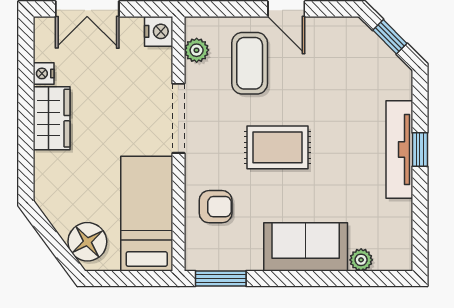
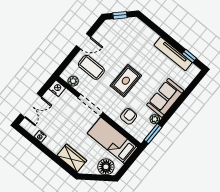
wardrobe: (52, 118) -> (72, 158), moved
tv unit: (399, 149) -> (173, 54), moved
window: (420, 150) -> (189, 56), moved
plant: (361, 260) -> (155, 119), moved

